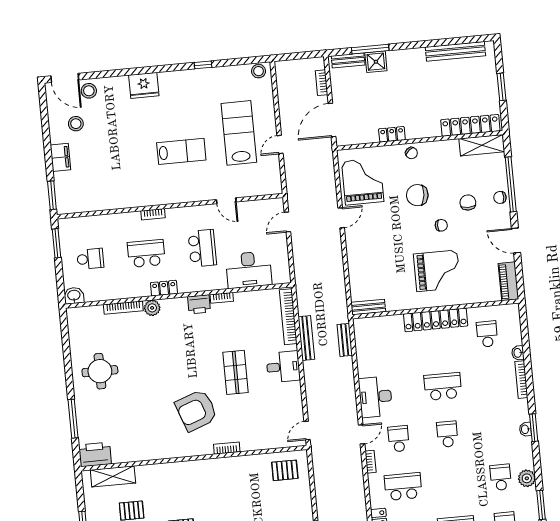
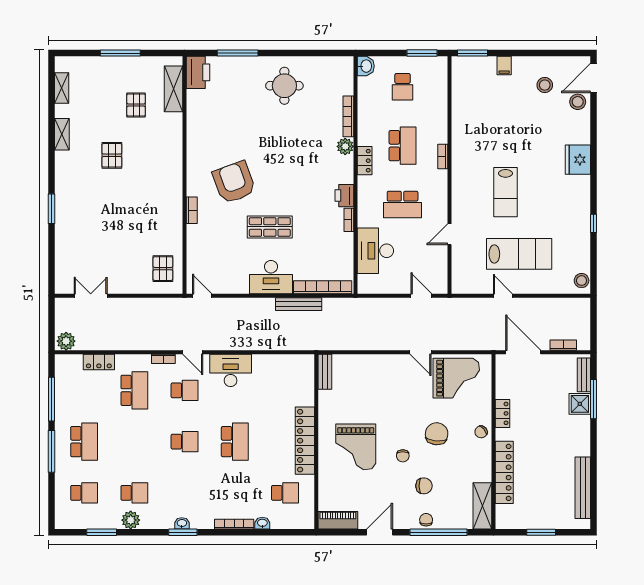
locker: (470, 125) -> (504, 472), moved
filing cabinet: (60, 157) -> (504, 66), width x0.50
bench: (345, 340) -> (293, 344), removed
desk: (283, 367) -> (271, 277), width x1.37

